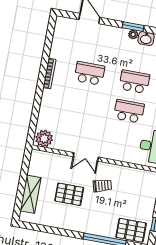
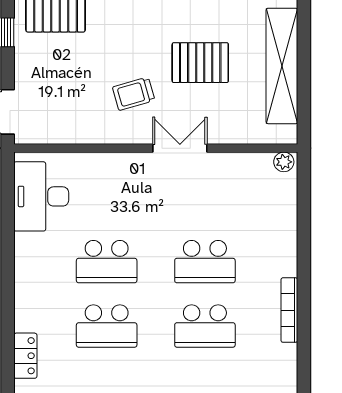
school desk: (84, 103) -> (205, 262), added
plant: (44, 139) -> (284, 162), width x0.53, depth x0.53
shelving: (31, 194) -> (282, 66), width x1.47

